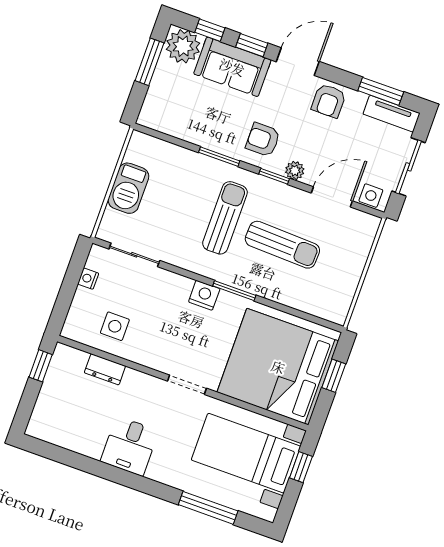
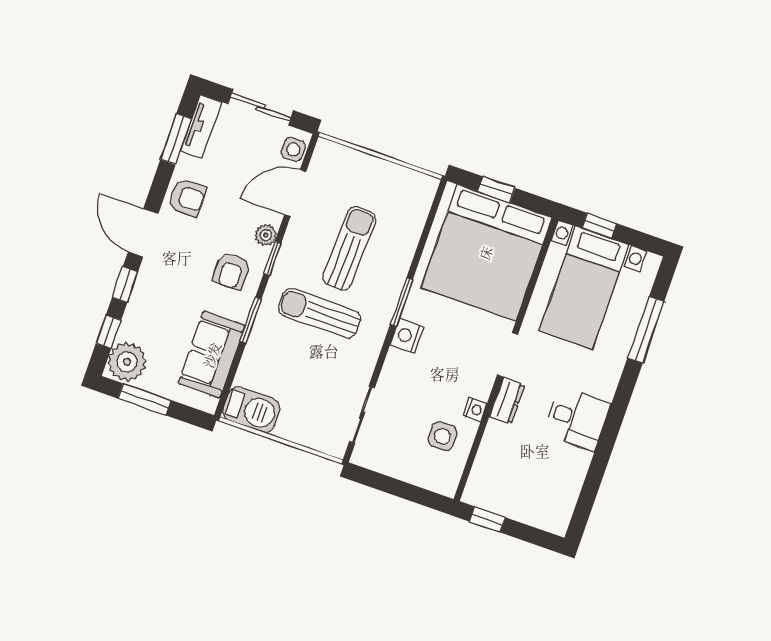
sofa: (232, 67) -> (212, 355), moved, turned 180
barbecue: (128, 188) -> (251, 410), moved
door: (332, 197) -> (295, 193), hinge flipped
nightstand: (88, 279) -> (475, 409), moved, turned -90
dresser: (105, 369) -> (507, 401), moved

